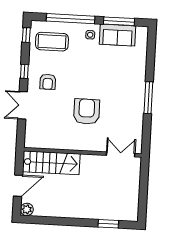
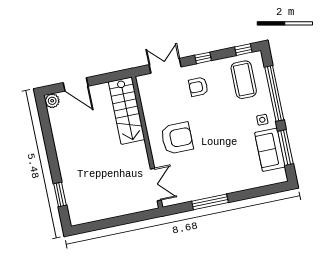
wall: (83, 152) -> (147, 142), moved
double door: (121, 154) -> (156, 185), moved
stairs: (51, 163) -> (127, 111), moved

